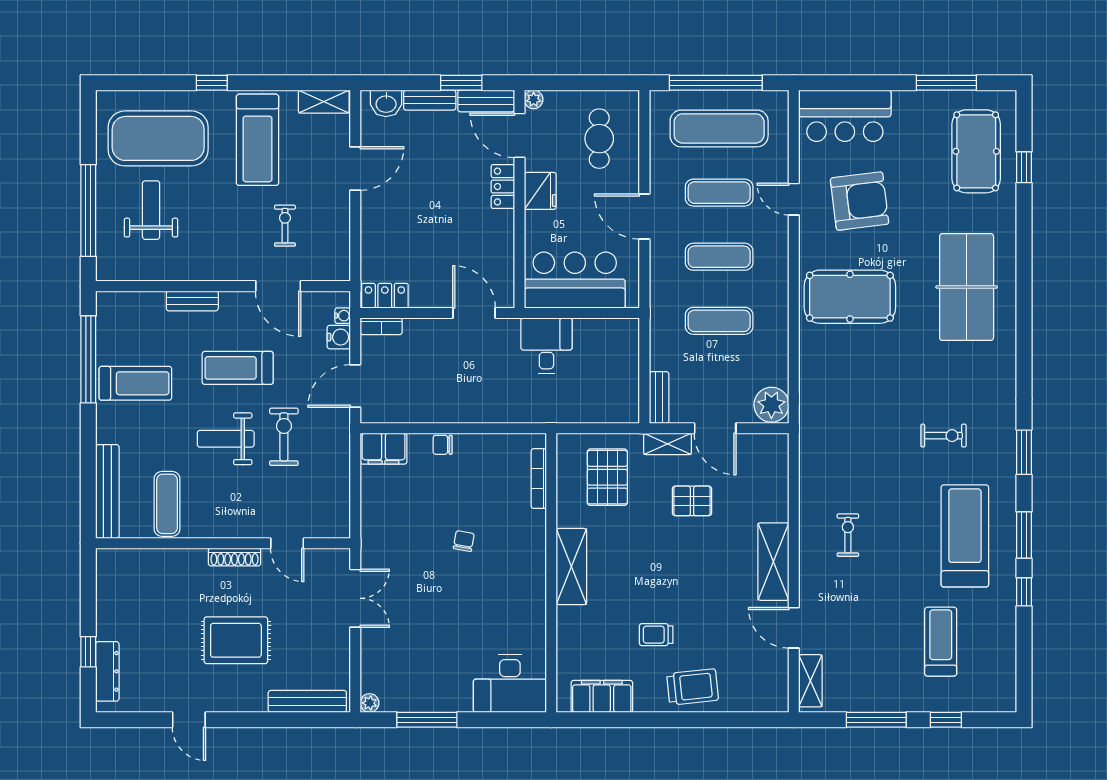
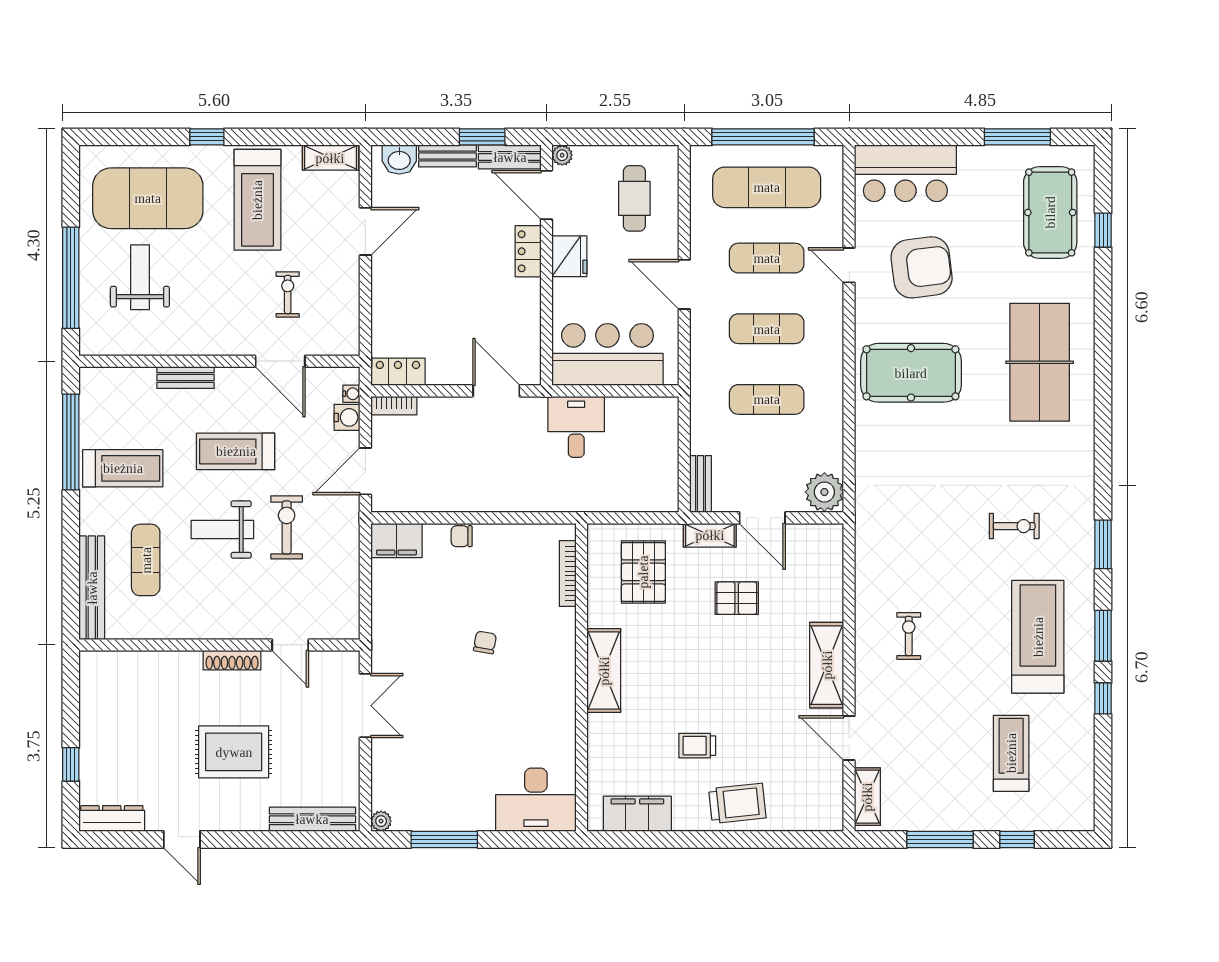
exercise mat: (167, 504) -> (146, 560), moved
dresser: (107, 671) -> (112, 819), moved, turned -90

